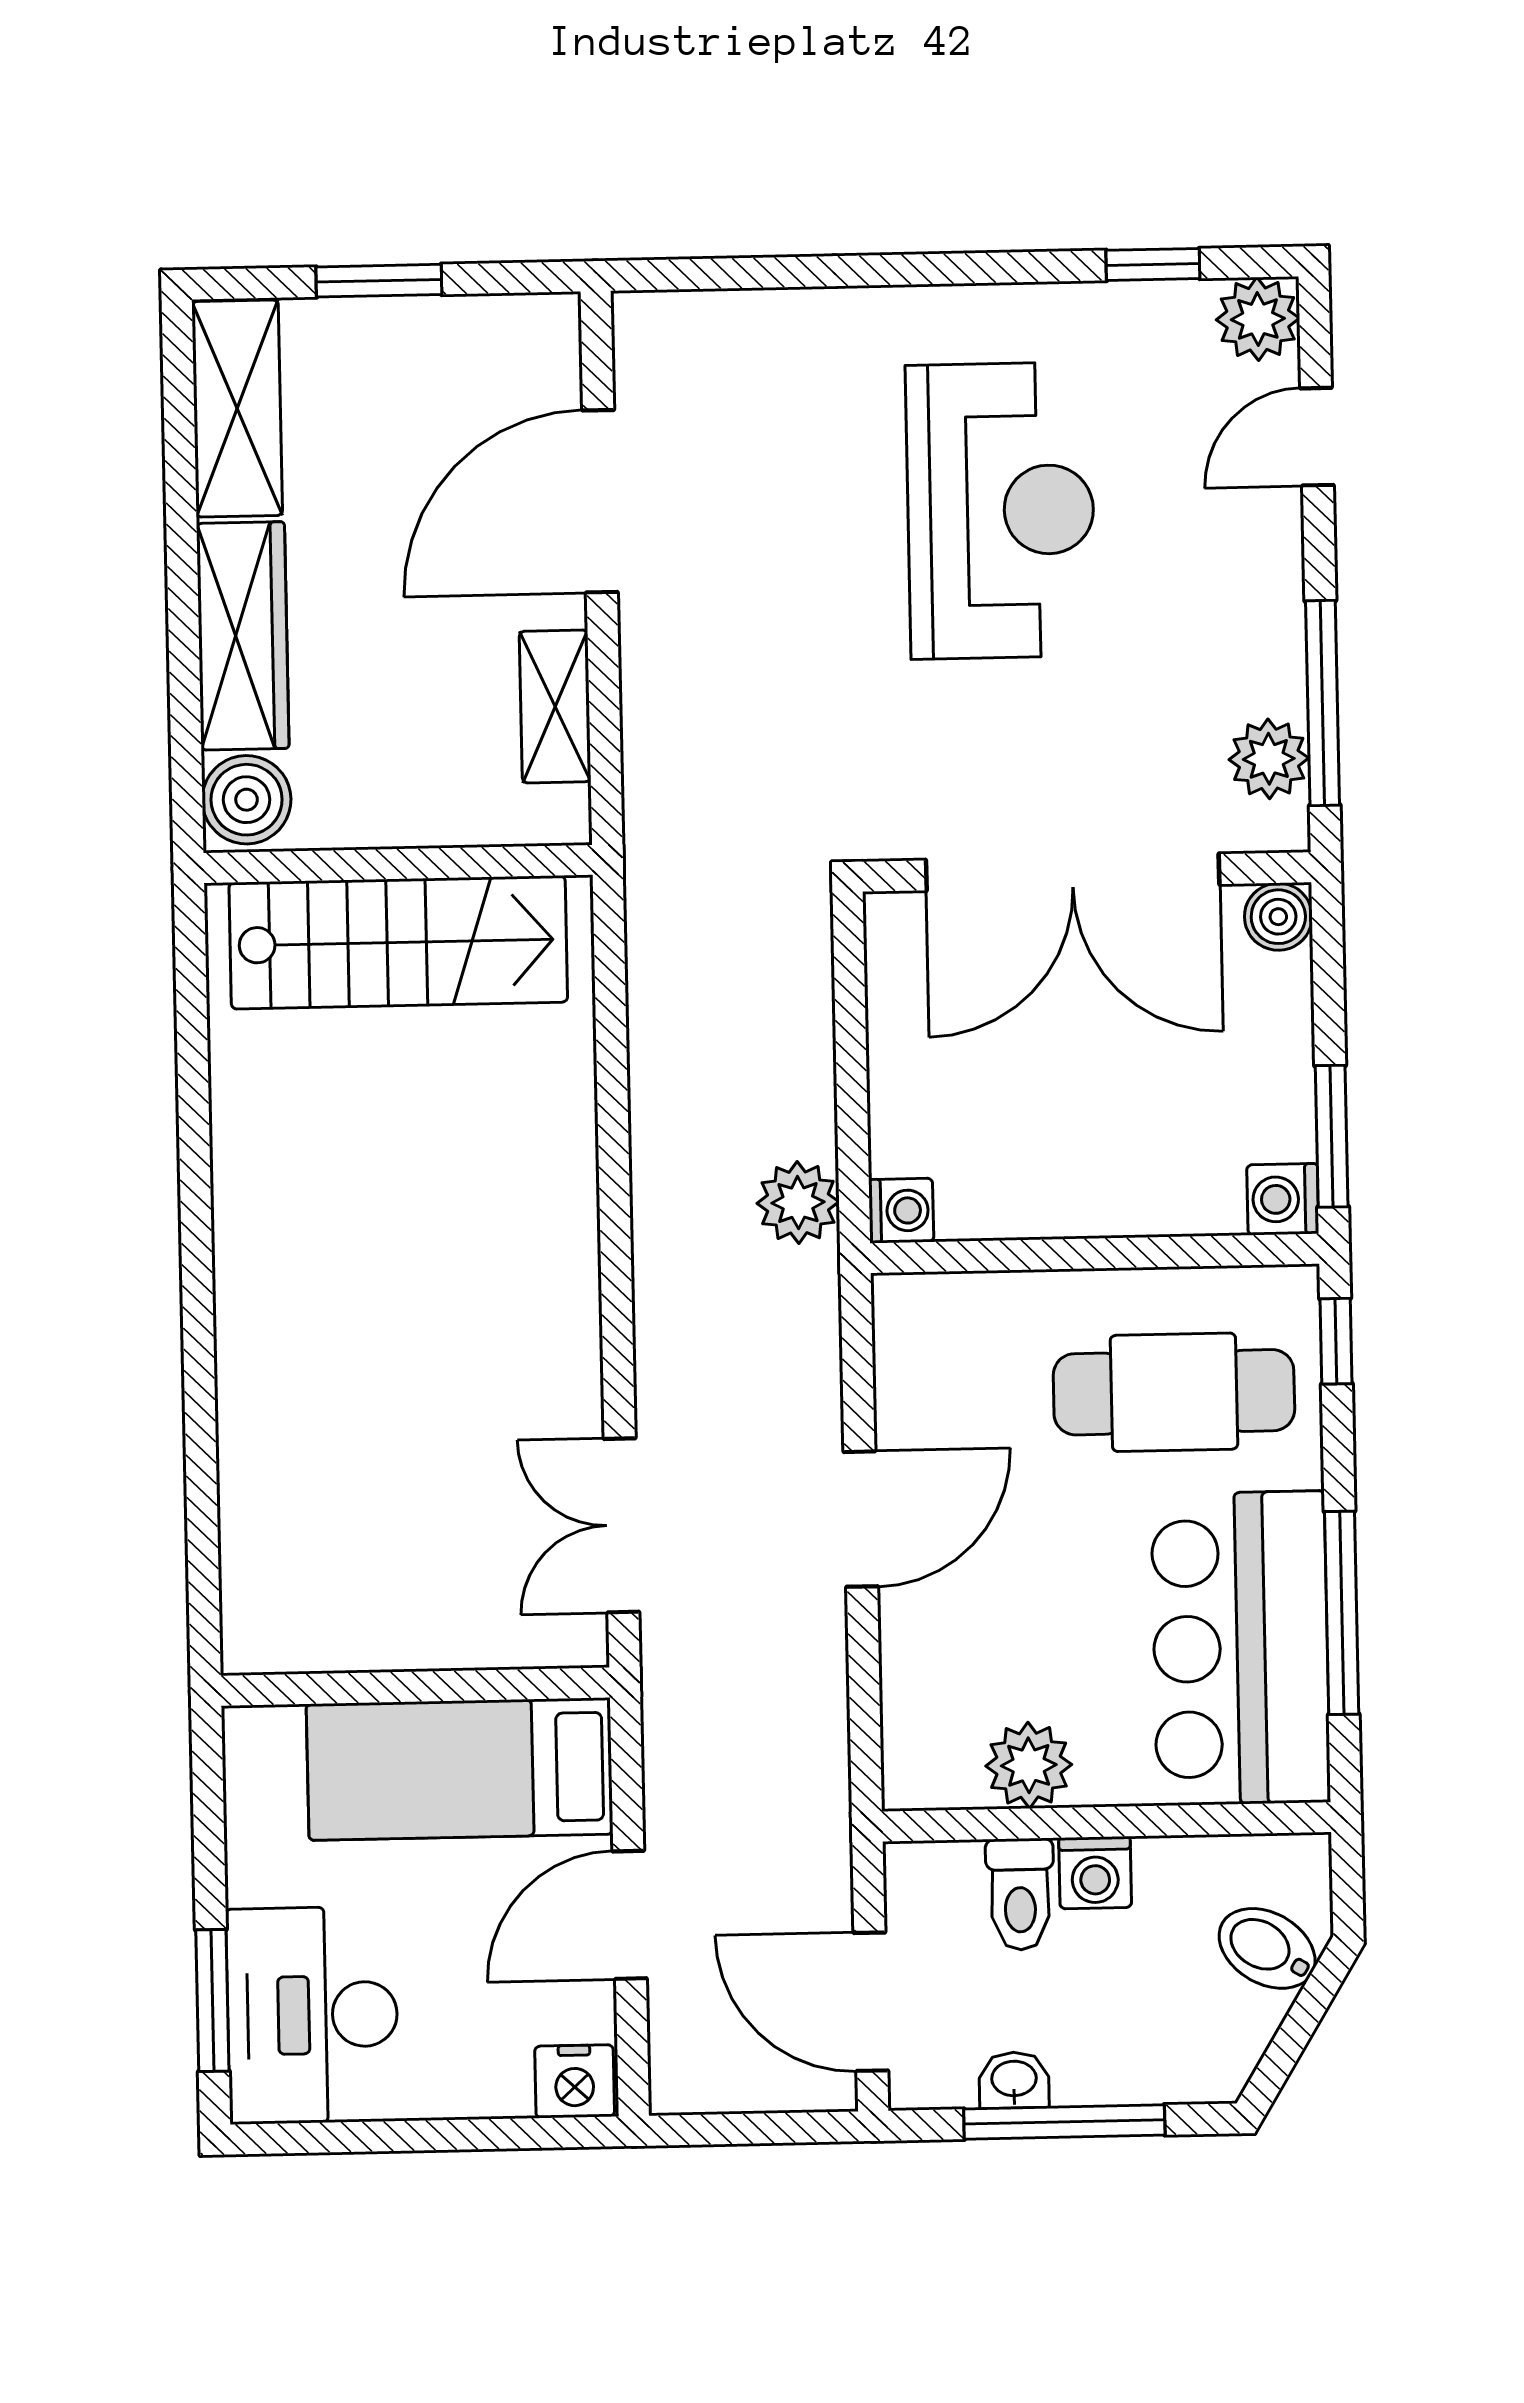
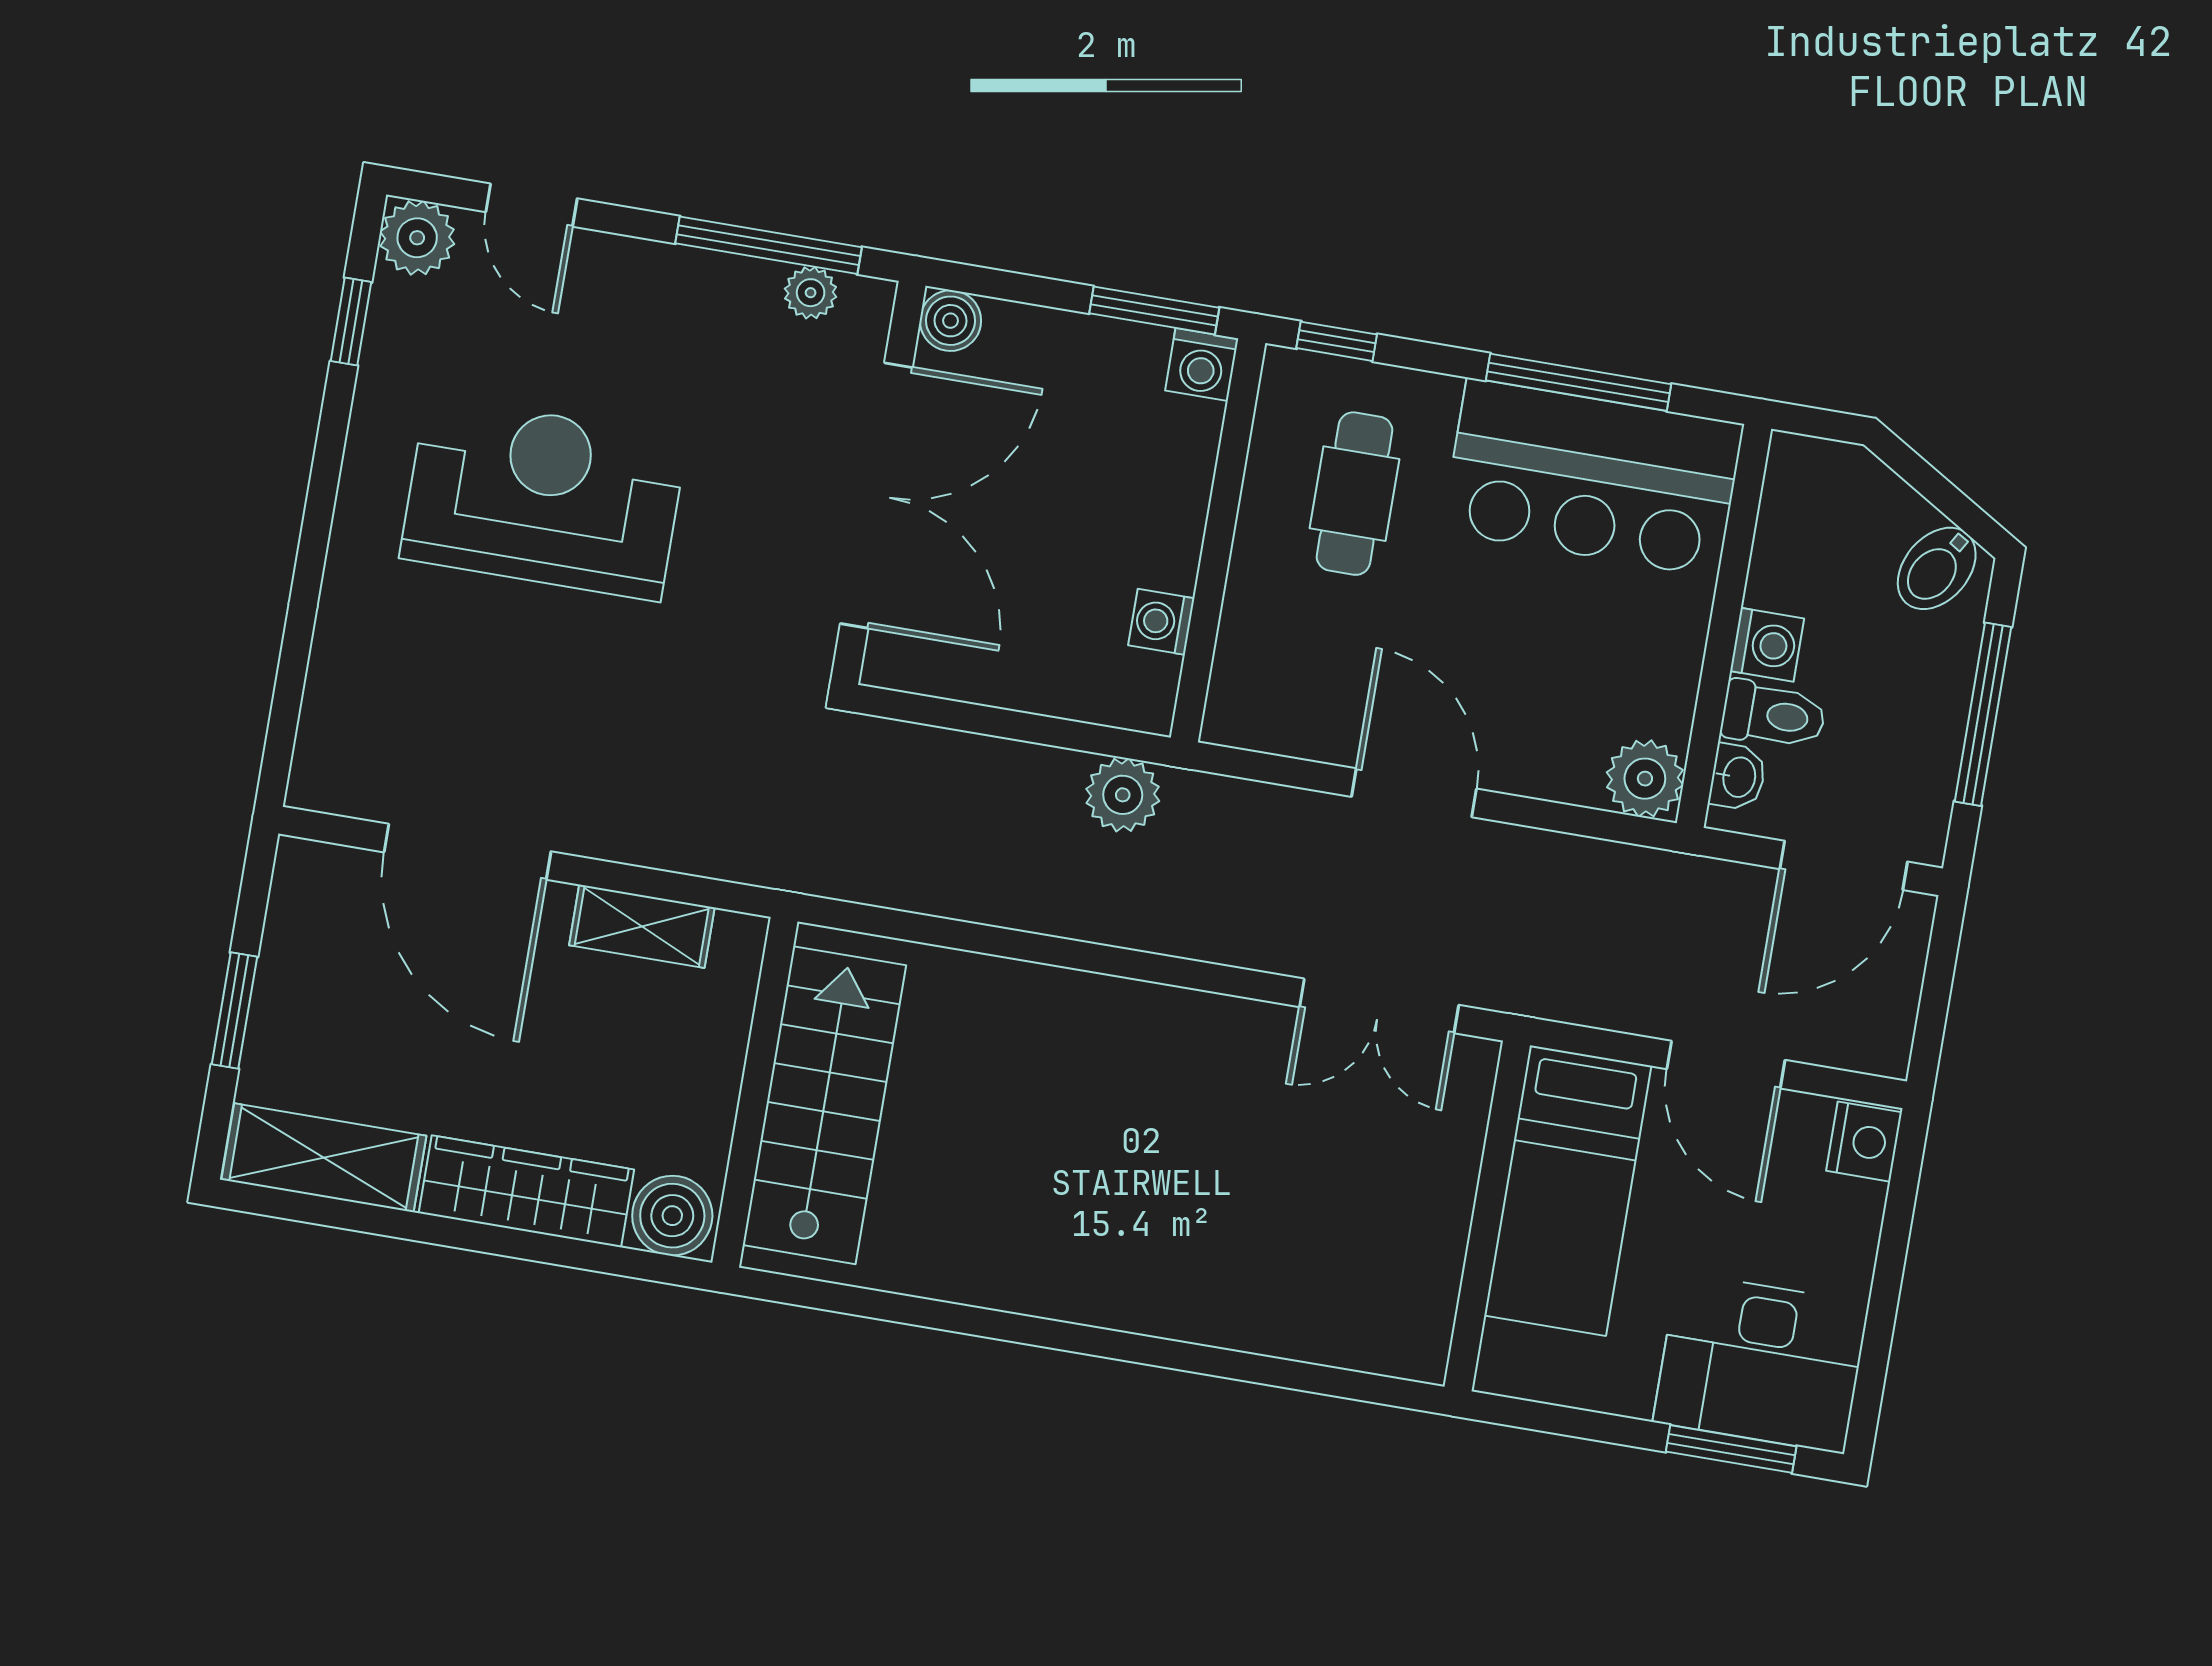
plant: (1269, 759) -> (811, 293), width x0.73, depth x0.73
washing machine: (901, 1211) -> (1161, 622), moved, turned -90
cafe table: (1174, 1392) -> (1354, 494), width x0.73, depth x0.74
plant: (1029, 1765) -> (1645, 779), moved
bidet: (1267, 1948) -> (1937, 568), moved
washbasin: (1014, 2080) -> (1738, 777), moved, turned 180

